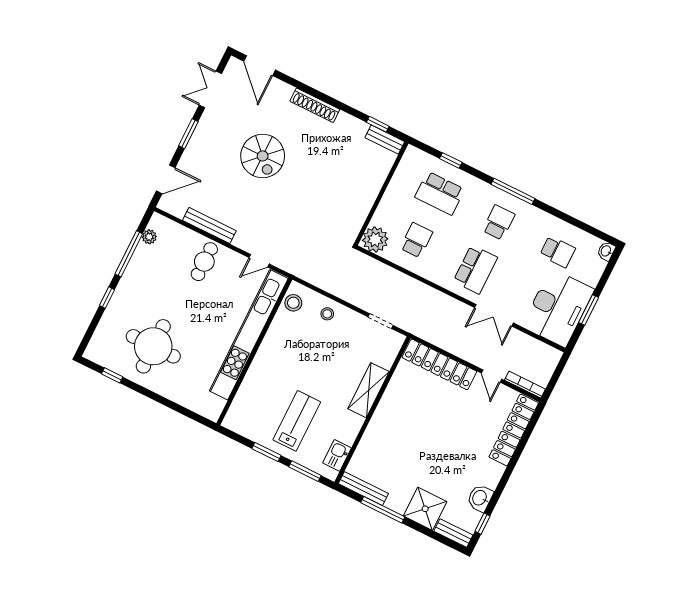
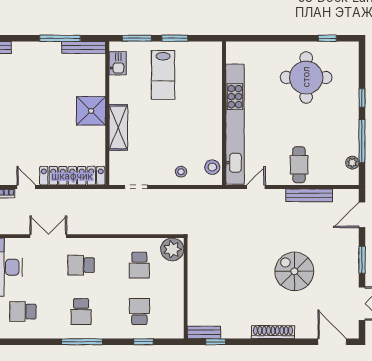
school desk: (440, 193) -> (139, 312), width x0.54
school desk: (475, 269) -> (81, 265), width x0.54
shower: (425, 509) -> (91, 111), moved

